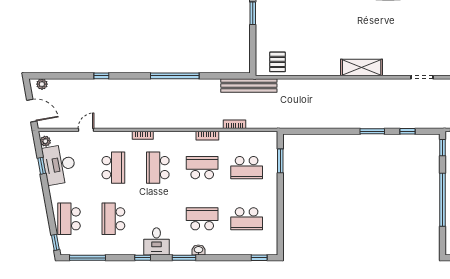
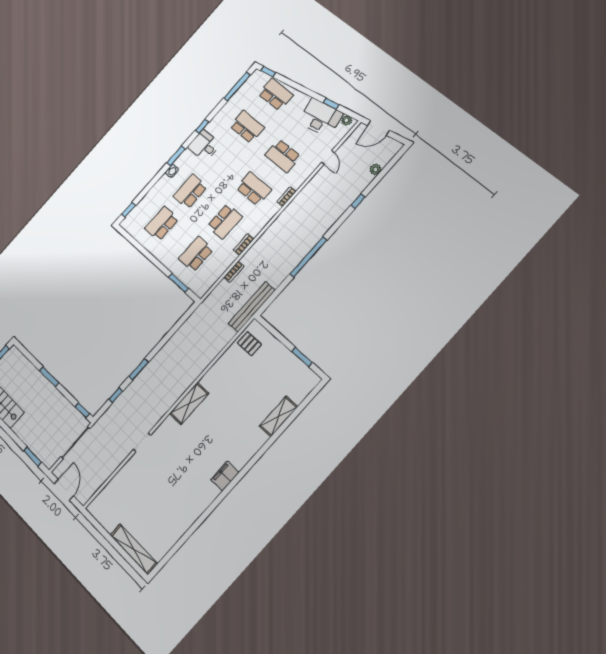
plant: (42, 84) -> (375, 169), moved
window: (442, 200) -> (49, 377), width x0.47
school desk: (202, 219) -> (190, 191), turned 180

